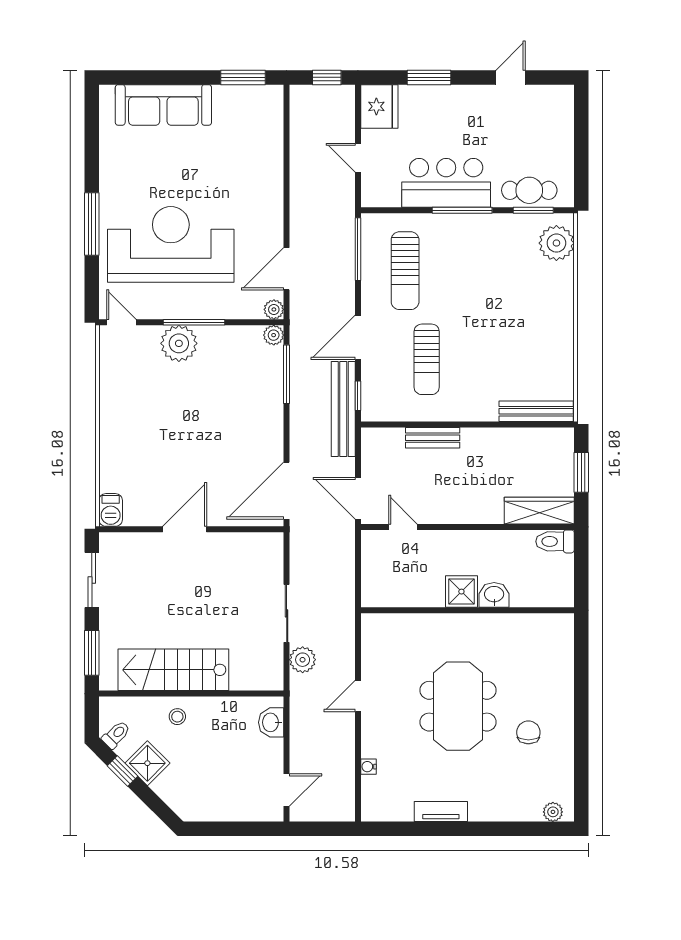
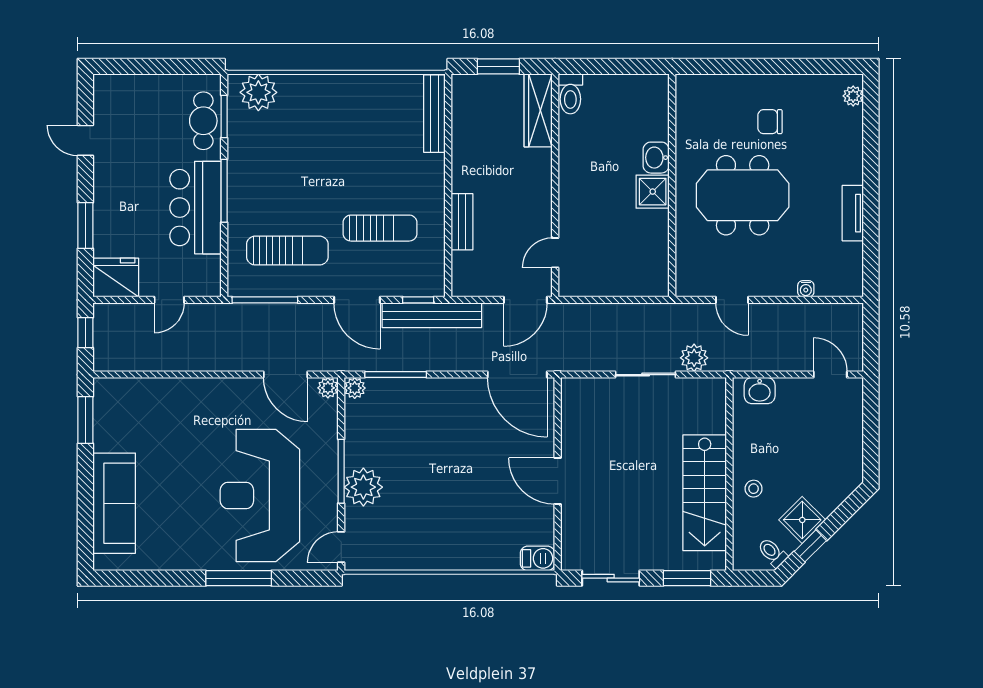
shower: (461, 592) -> (653, 192), moved
washbasin: (494, 595) -> (656, 158), moved
wall: (467, 610) -> (672, 185), moved

